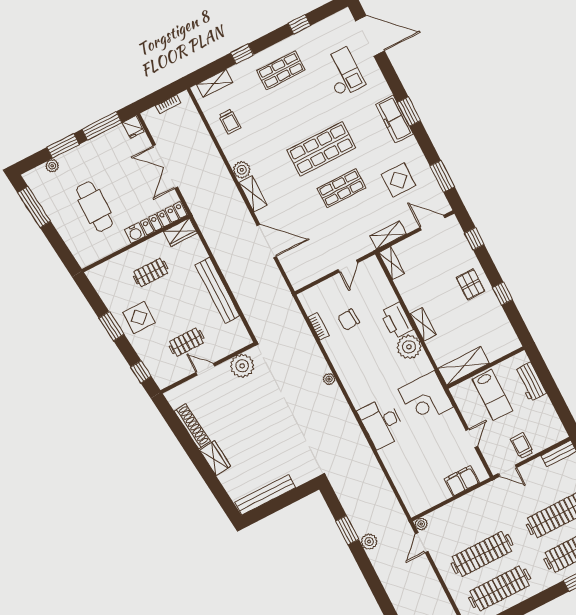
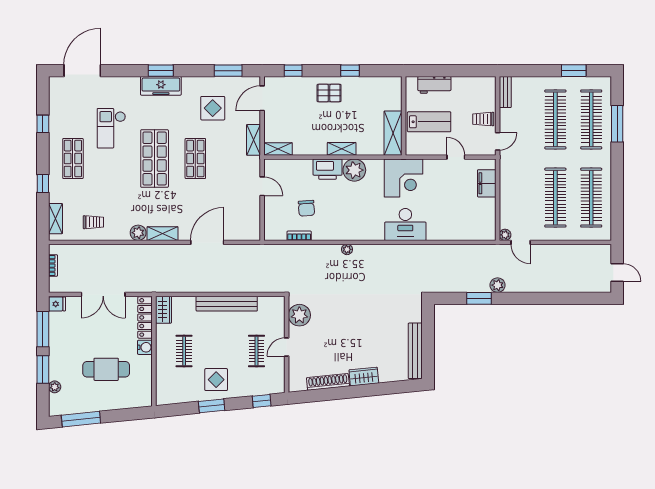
checkout: (343, 72) -> (111, 128), moved, turned -90

